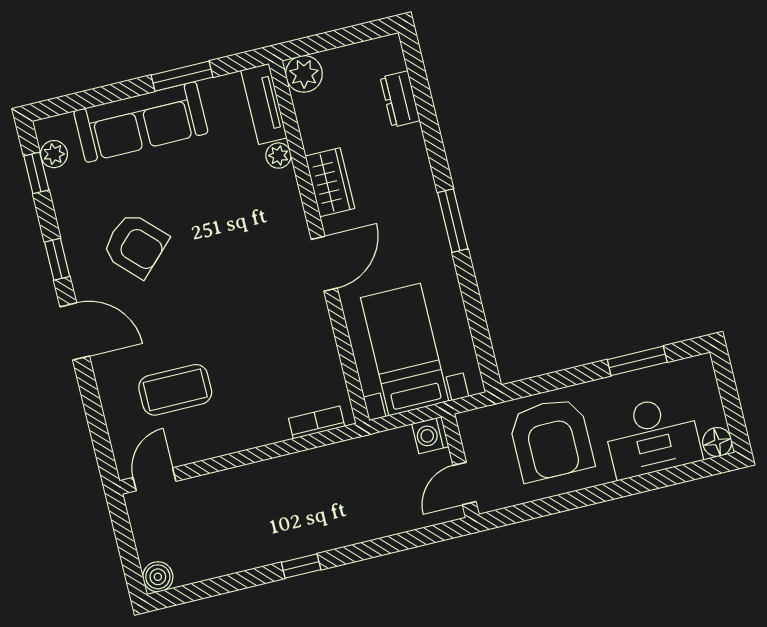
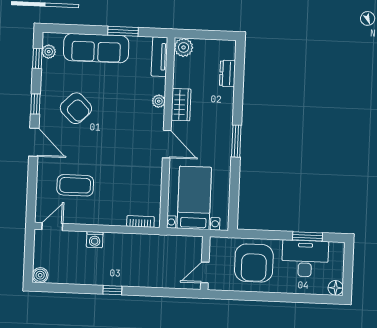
plant: (278, 156) -> (159, 101), moved
door: (324, 264) -> (167, 144), hinge flipped
washing machine: (430, 435) -> (95, 240), moved, turned -90
desk: (652, 437) -> (305, 259), moved, turned 180

